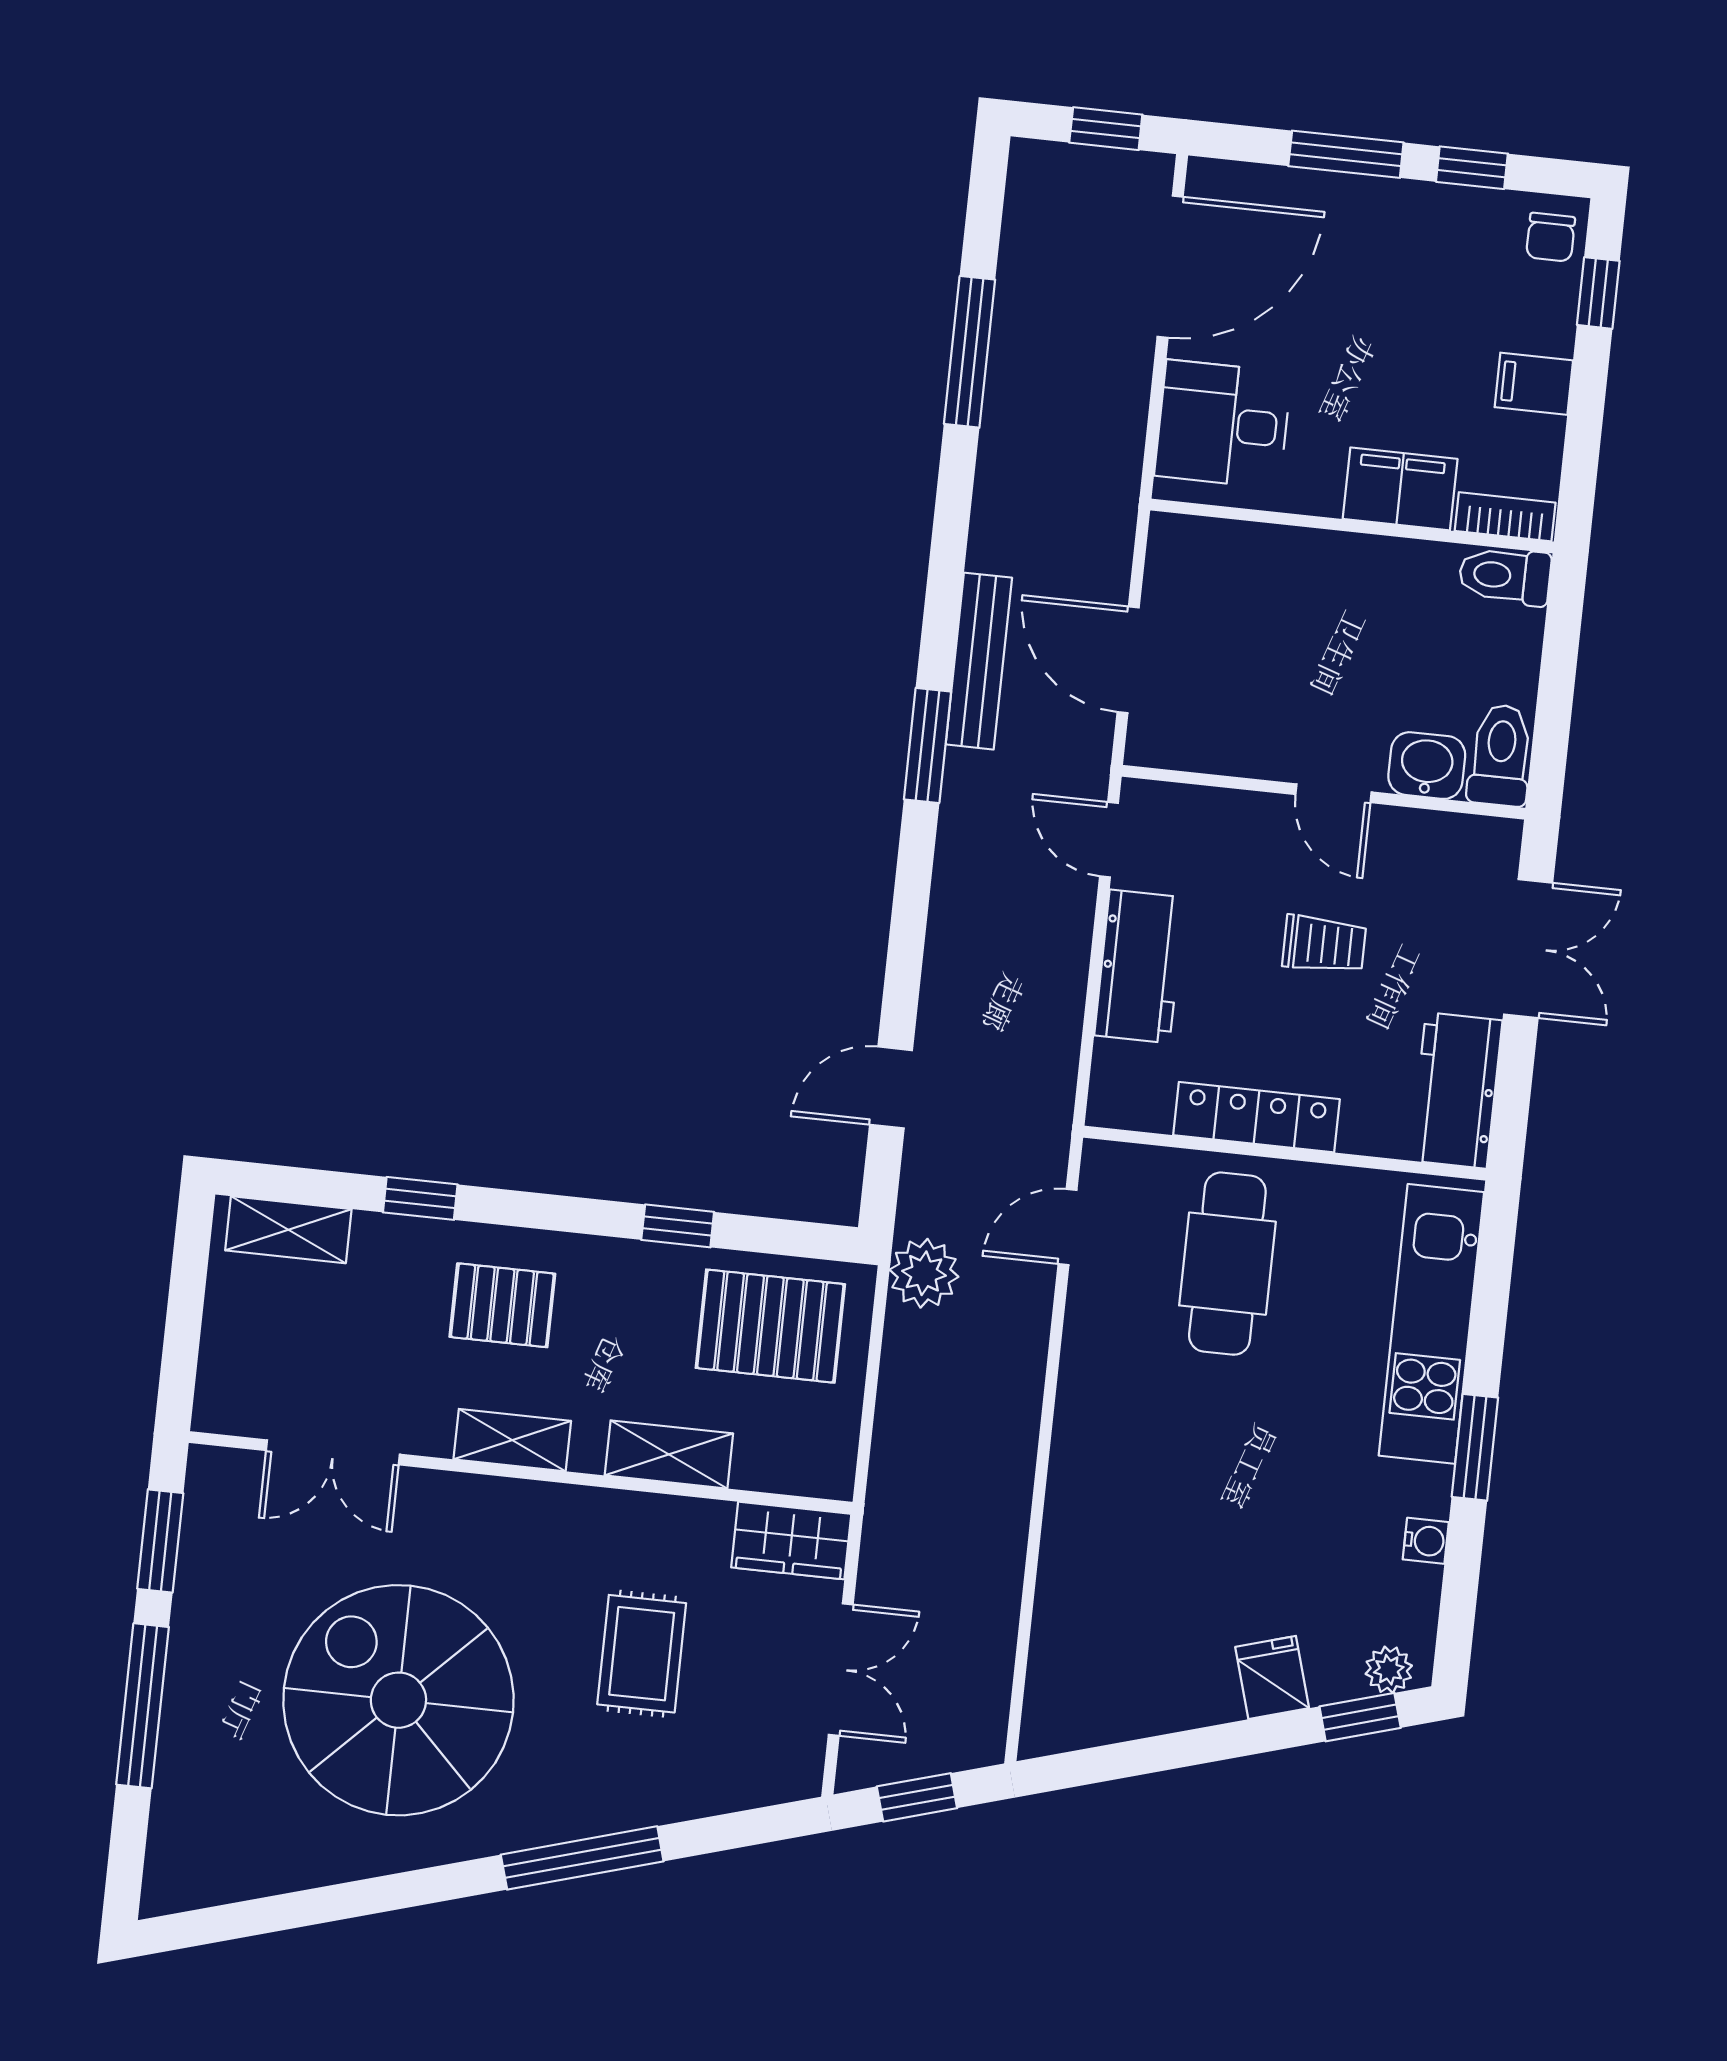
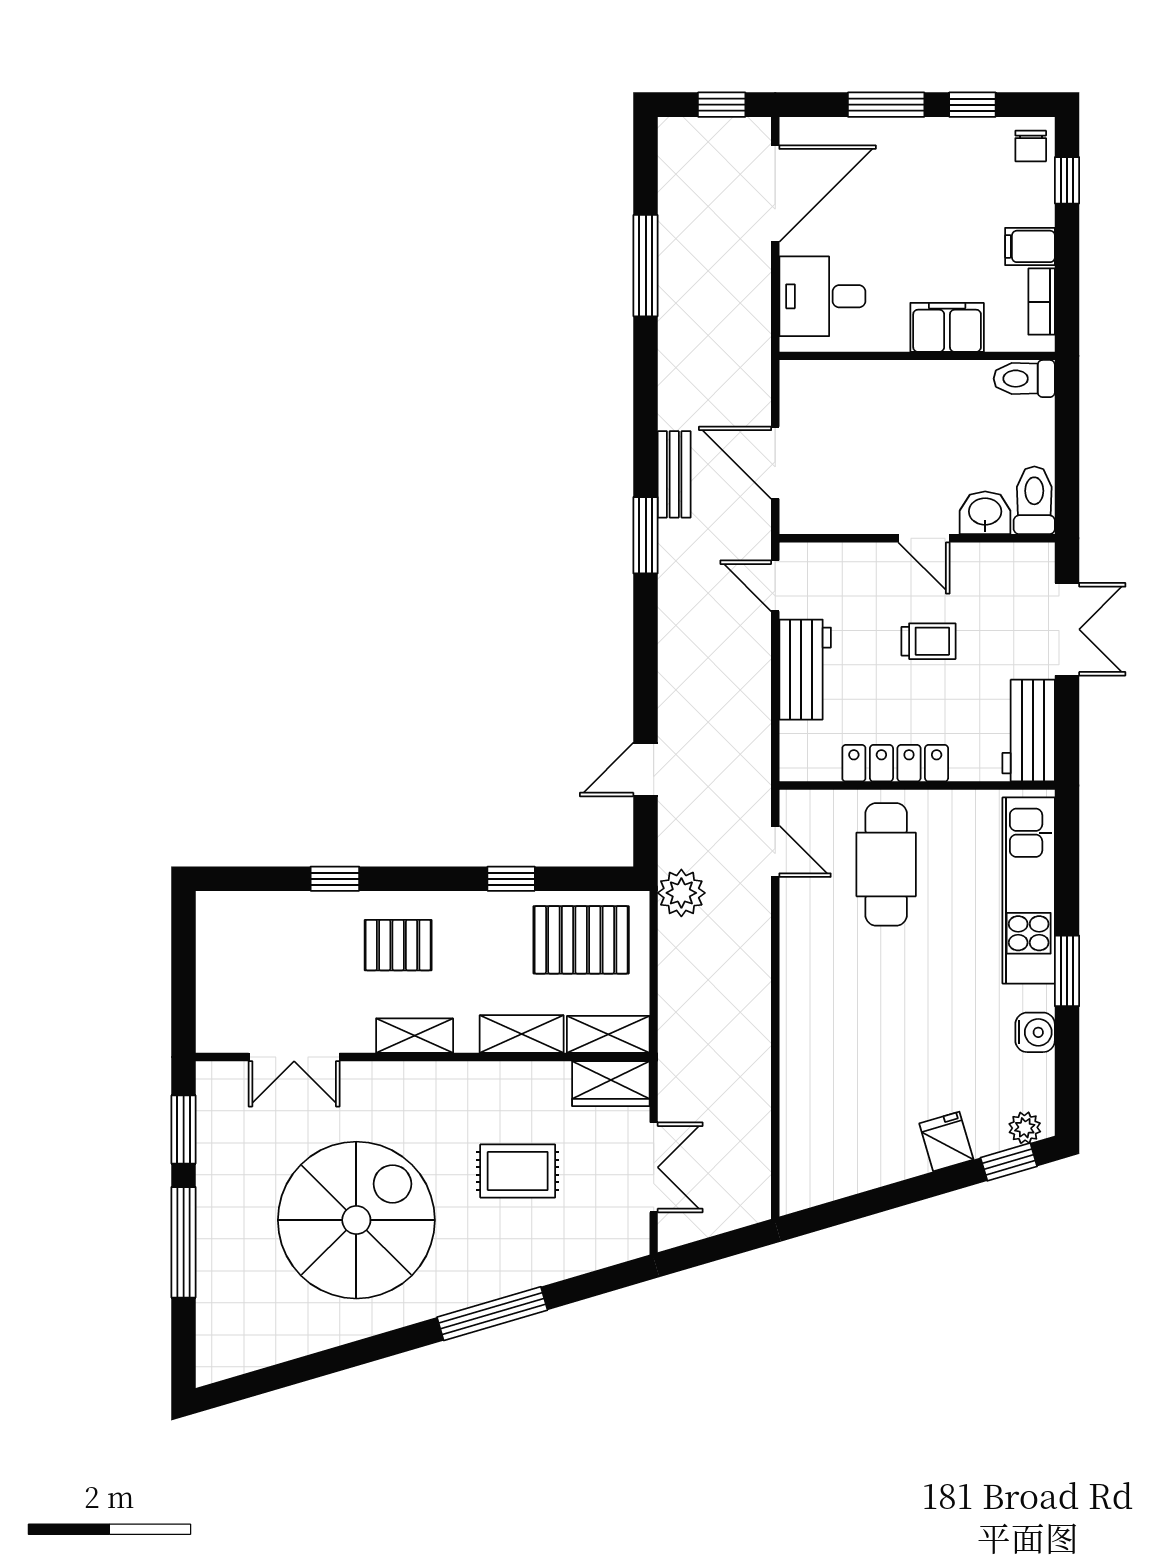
bookcase: (1505, 517) -> (1042, 302), moved, turned -90
bench: (979, 661) -> (674, 474), width x0.73
door: (1068, 1227) -> (775, 851), swing flipped
shelving: (288, 1230) -> (608, 1034), moved
water cooler: (1426, 1541) -> (1035, 1032), width x1.38, depth x1.38
rug: (642, 1654) -> (518, 1171), turned 90
spiral stairs: (398, 1700) -> (356, 1220), turned 90
window: (917, 1797) -> (715, 1248), removed

